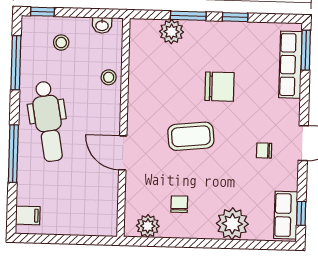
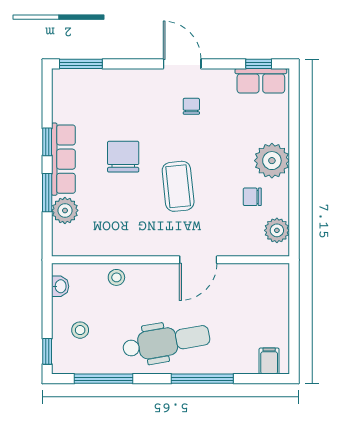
row of seats: (290, 65) -> (63, 159), moved, turned -90
chair: (264, 151) -> (191, 106), turned 180
plant: (232, 224) -> (272, 161), moved

